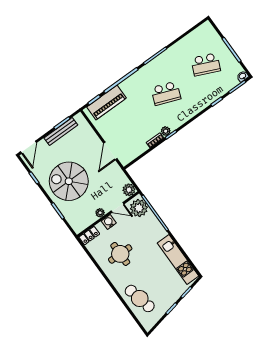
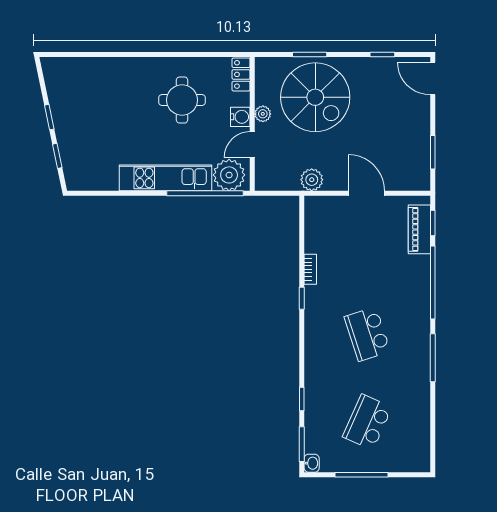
school desk: (166, 93) -> (367, 334), turned -39
piano: (107, 103) -> (419, 229), width x0.73, depth x0.75
bench: (61, 131) -> (422, 142), removed
plant: (166, 131) -> (313, 294), removed
door: (110, 151) -> (366, 193), moved
spiral stairs: (69, 181) -> (315, 97), moved, turned 90
plant: (129, 190) -> (312, 180), moved
kitchen unit: (178, 260) -> (166, 178), moved
cafe table: (140, 298) -> (97, 82), removed

